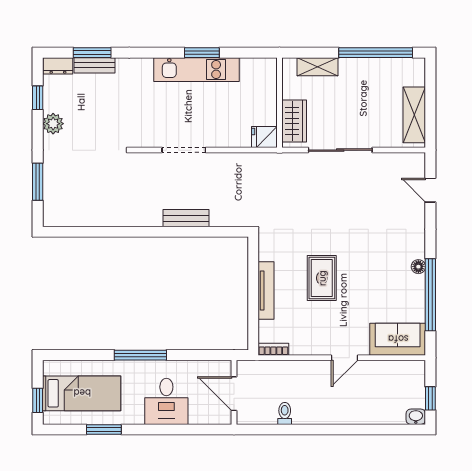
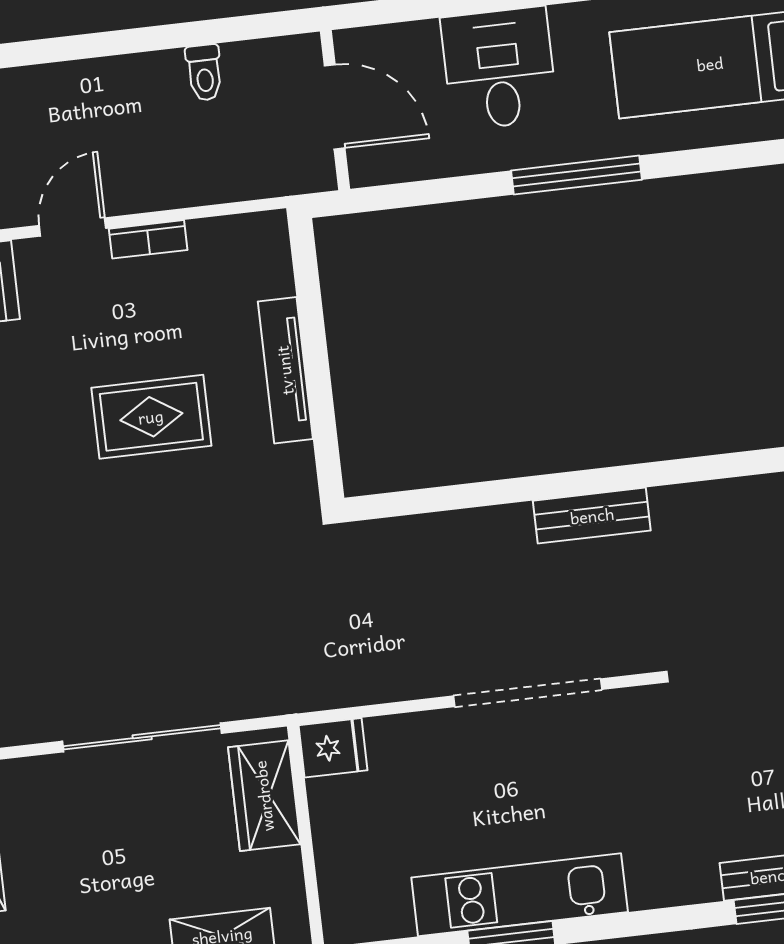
doorway: (184, 150) -> (528, 693), width x1.36
bench: (186, 218) -> (592, 516), moved
rug: (322, 278) -> (151, 417), turned 90
bookcase: (273, 349) -> (148, 239), moved

